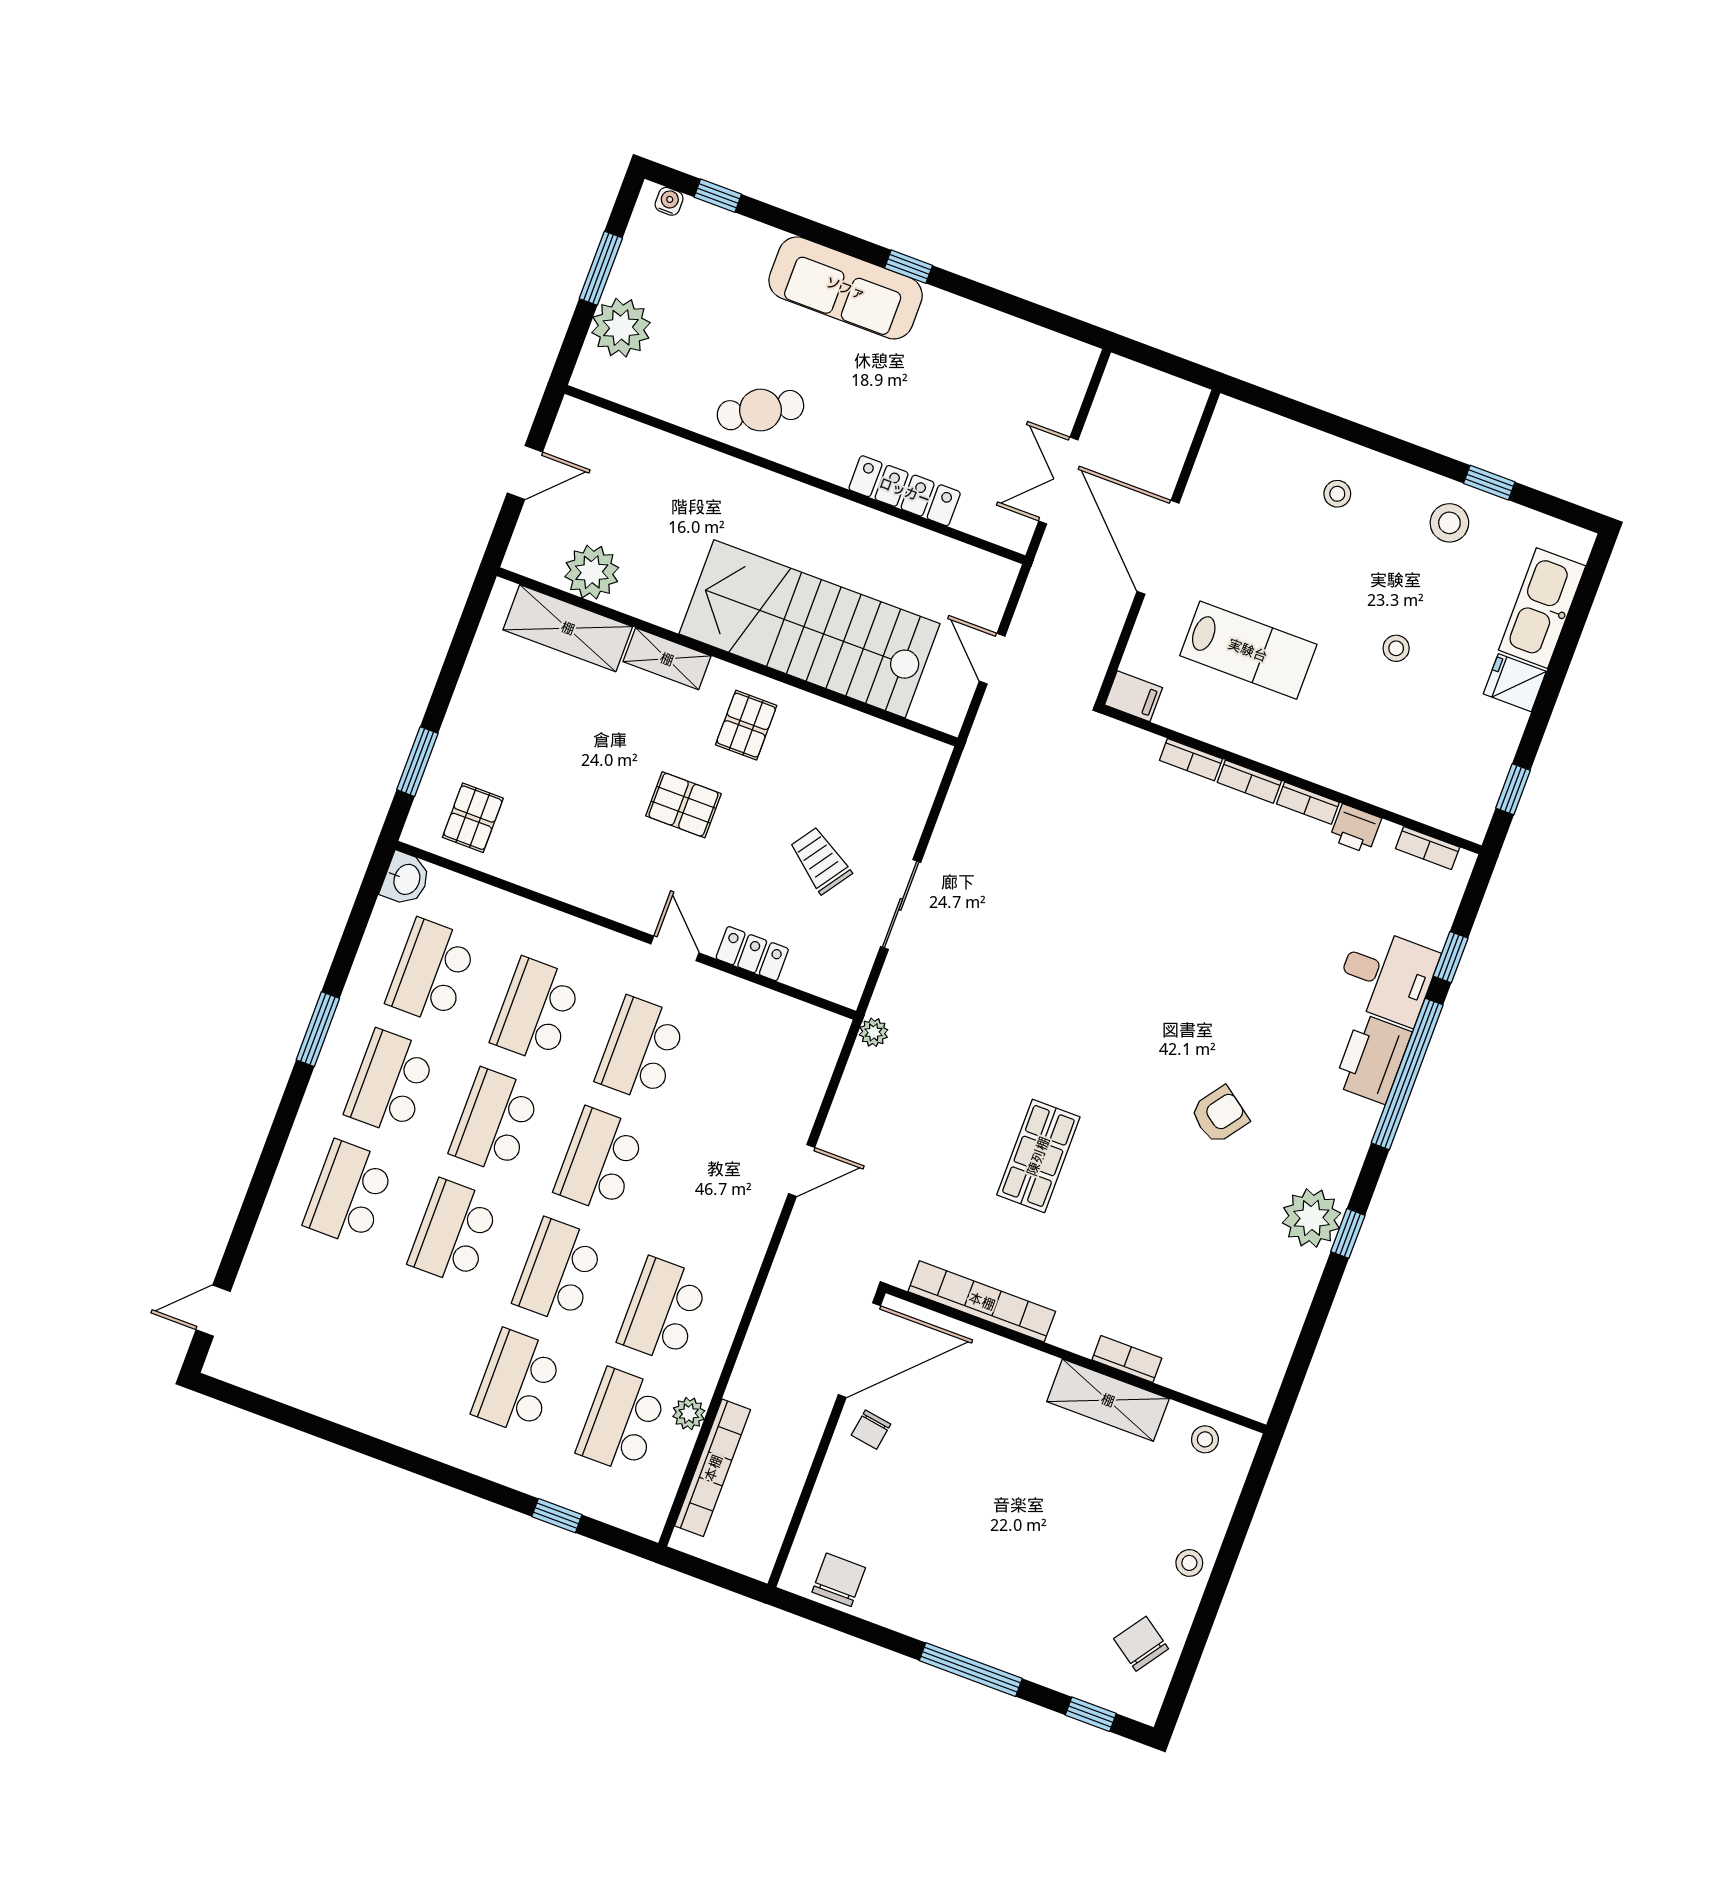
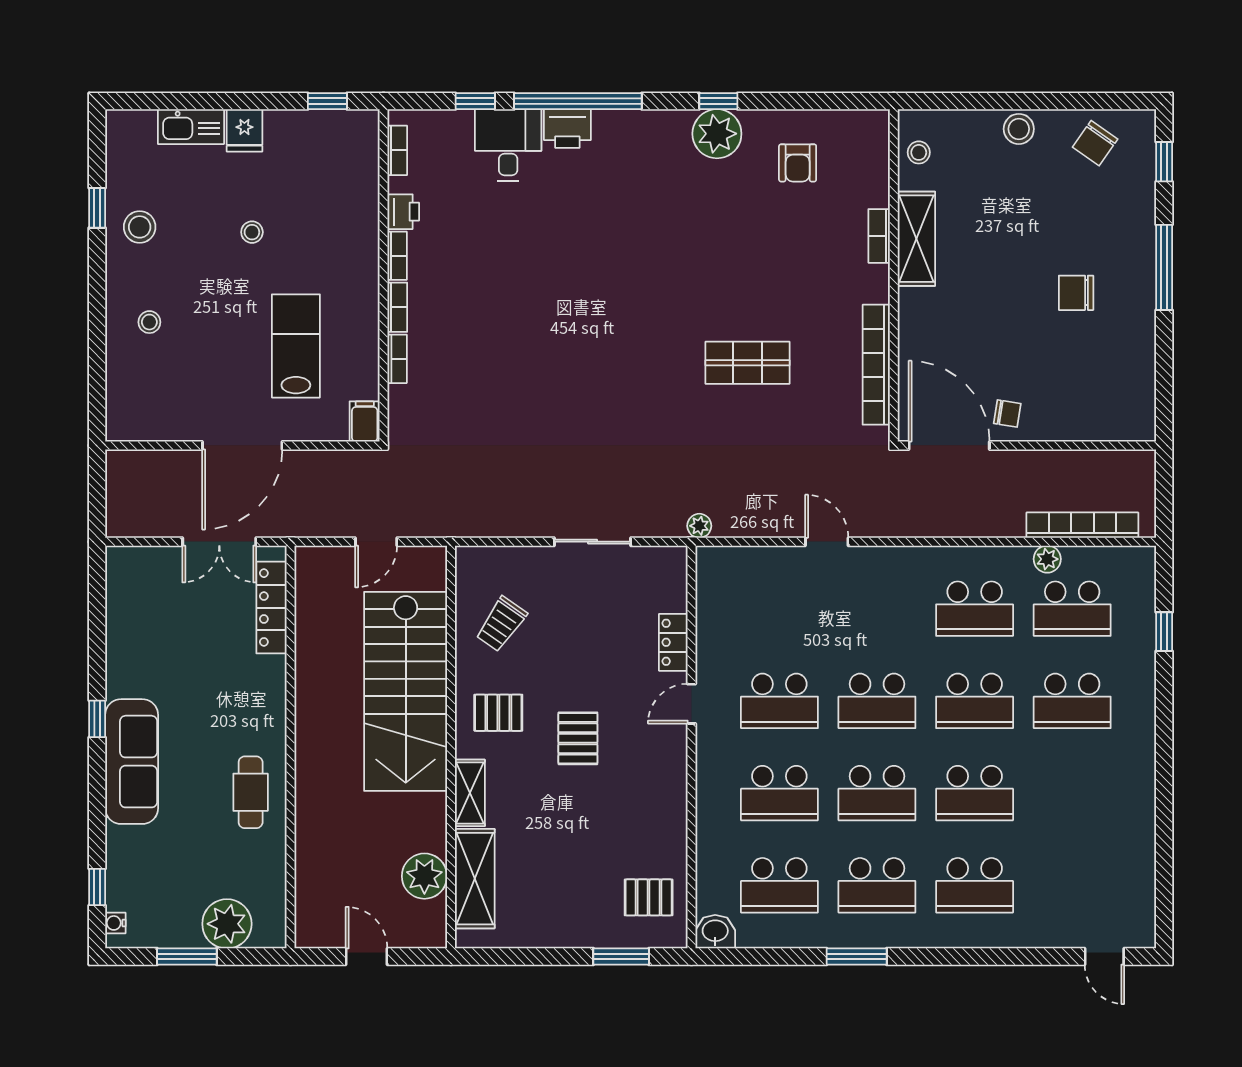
cafe table: (760, 410) -> (251, 792), turned 30
locker: (905, 491) -> (271, 608), moved
kitchen sink: (1542, 608) -> (191, 127), width x0.73, depth x0.81
trolley: (820, 860) -> (501, 624), moved
printer: (1373, 1059) -> (567, 129), width x0.73, depth x0.84
armchair: (1219, 1115) -> (798, 163), moved, turned -126
stool: (1189, 1563) -> (1019, 129), width x1.37, depth x1.37
chair: (839, 1580) -> (1076, 293), moved

